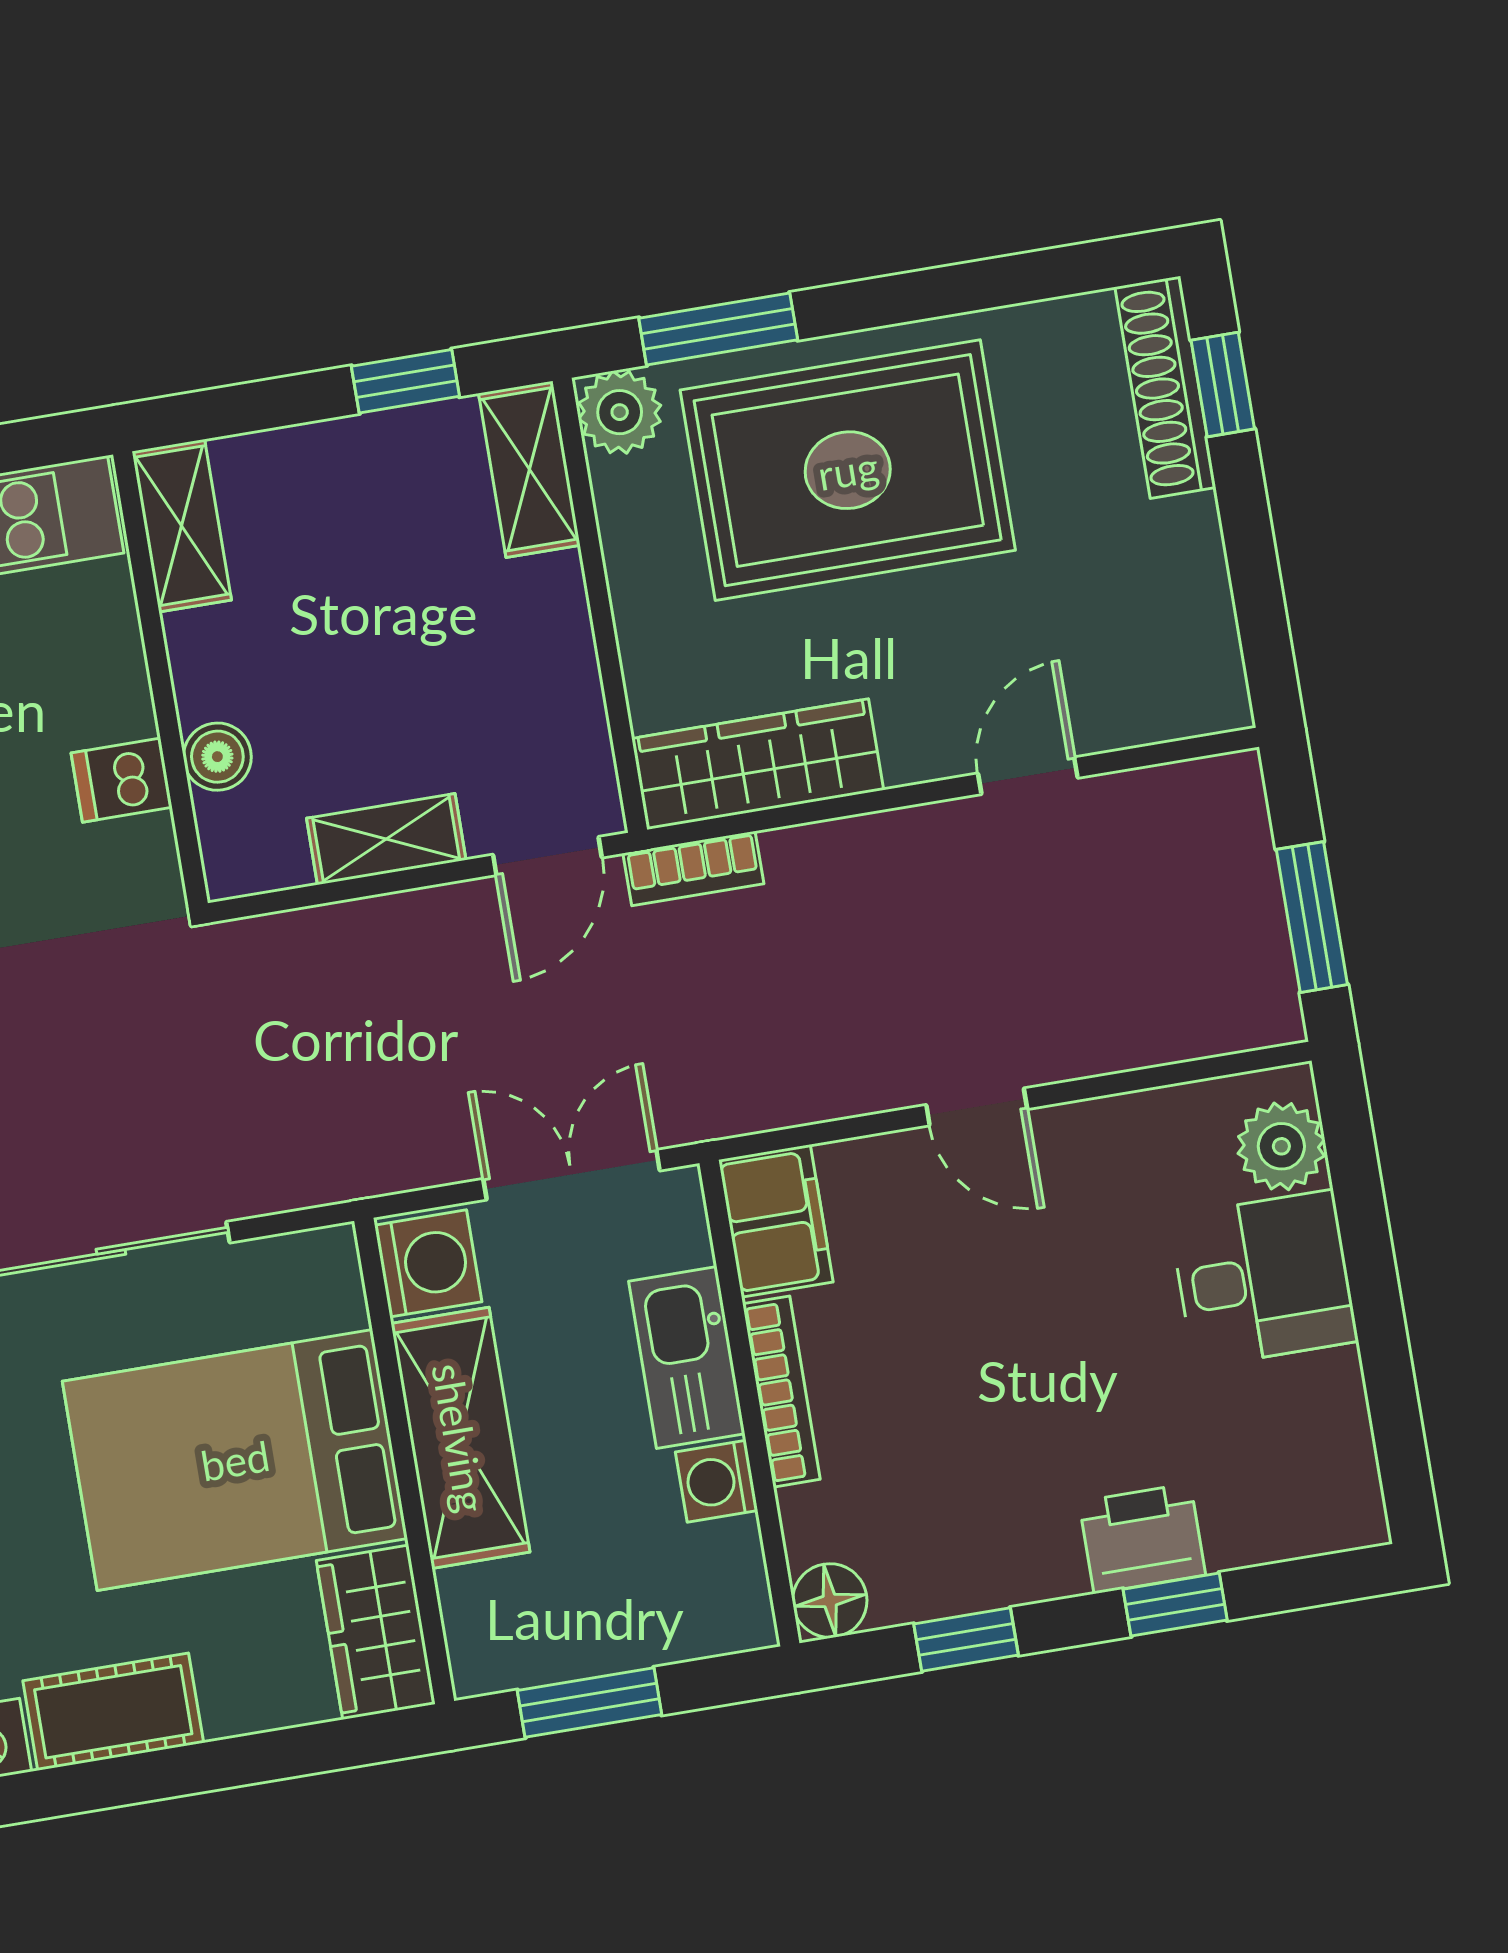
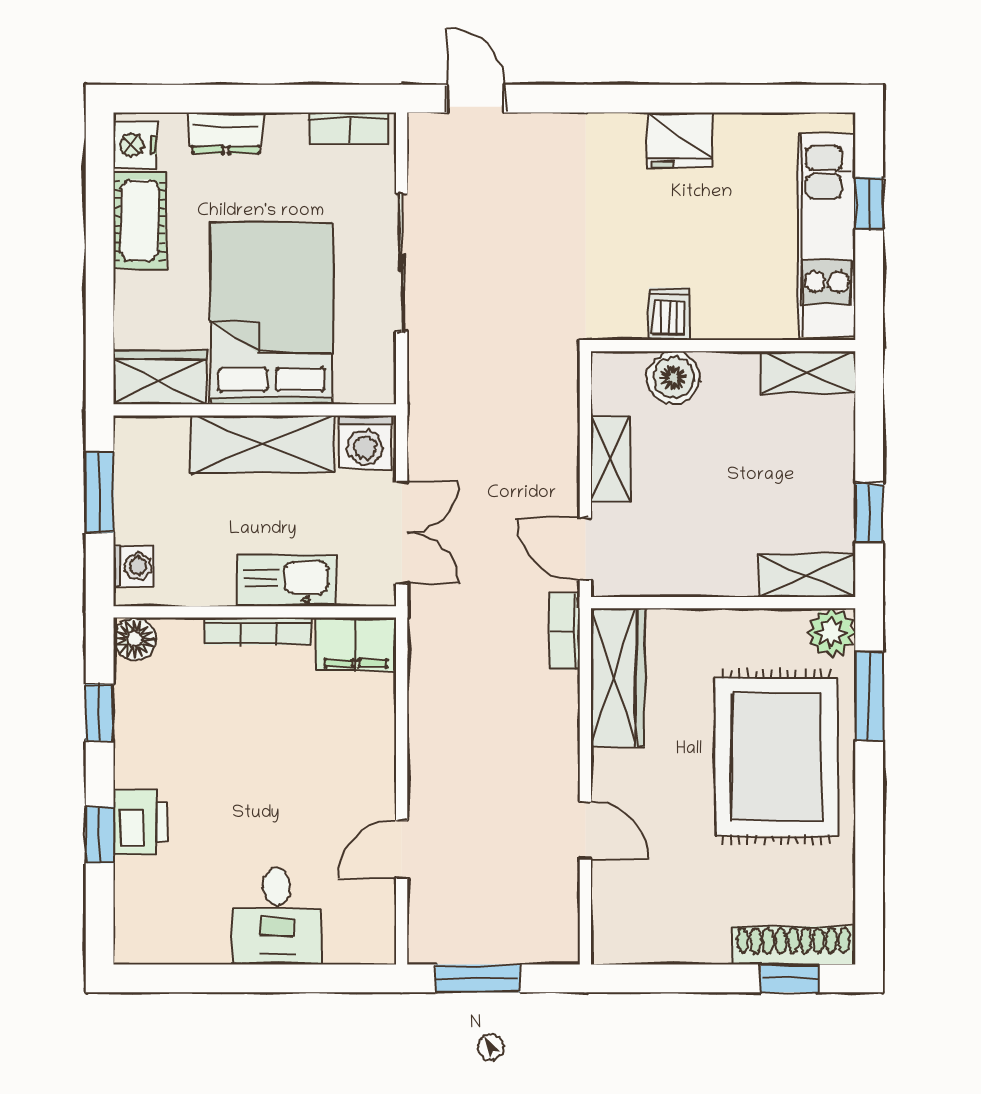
boiler: (217, 757) -> (673, 378), width x1.36, depth x1.36
door: (977, 1107) -> (402, 849), moved
plant: (1281, 1146) -> (350, 939), removed
washing machine: (717, 1481) -> (134, 566), moved, turned 90

